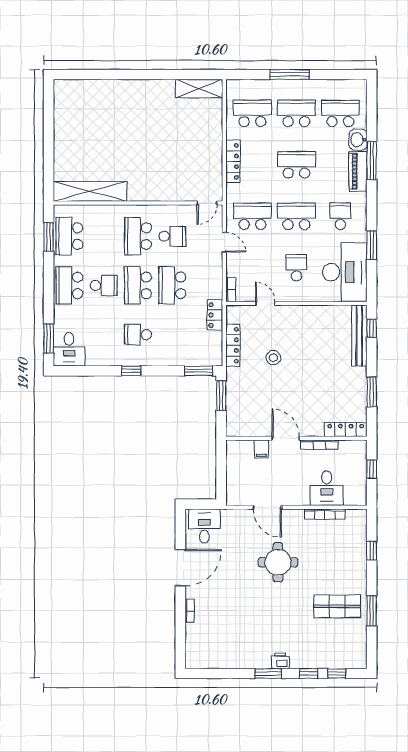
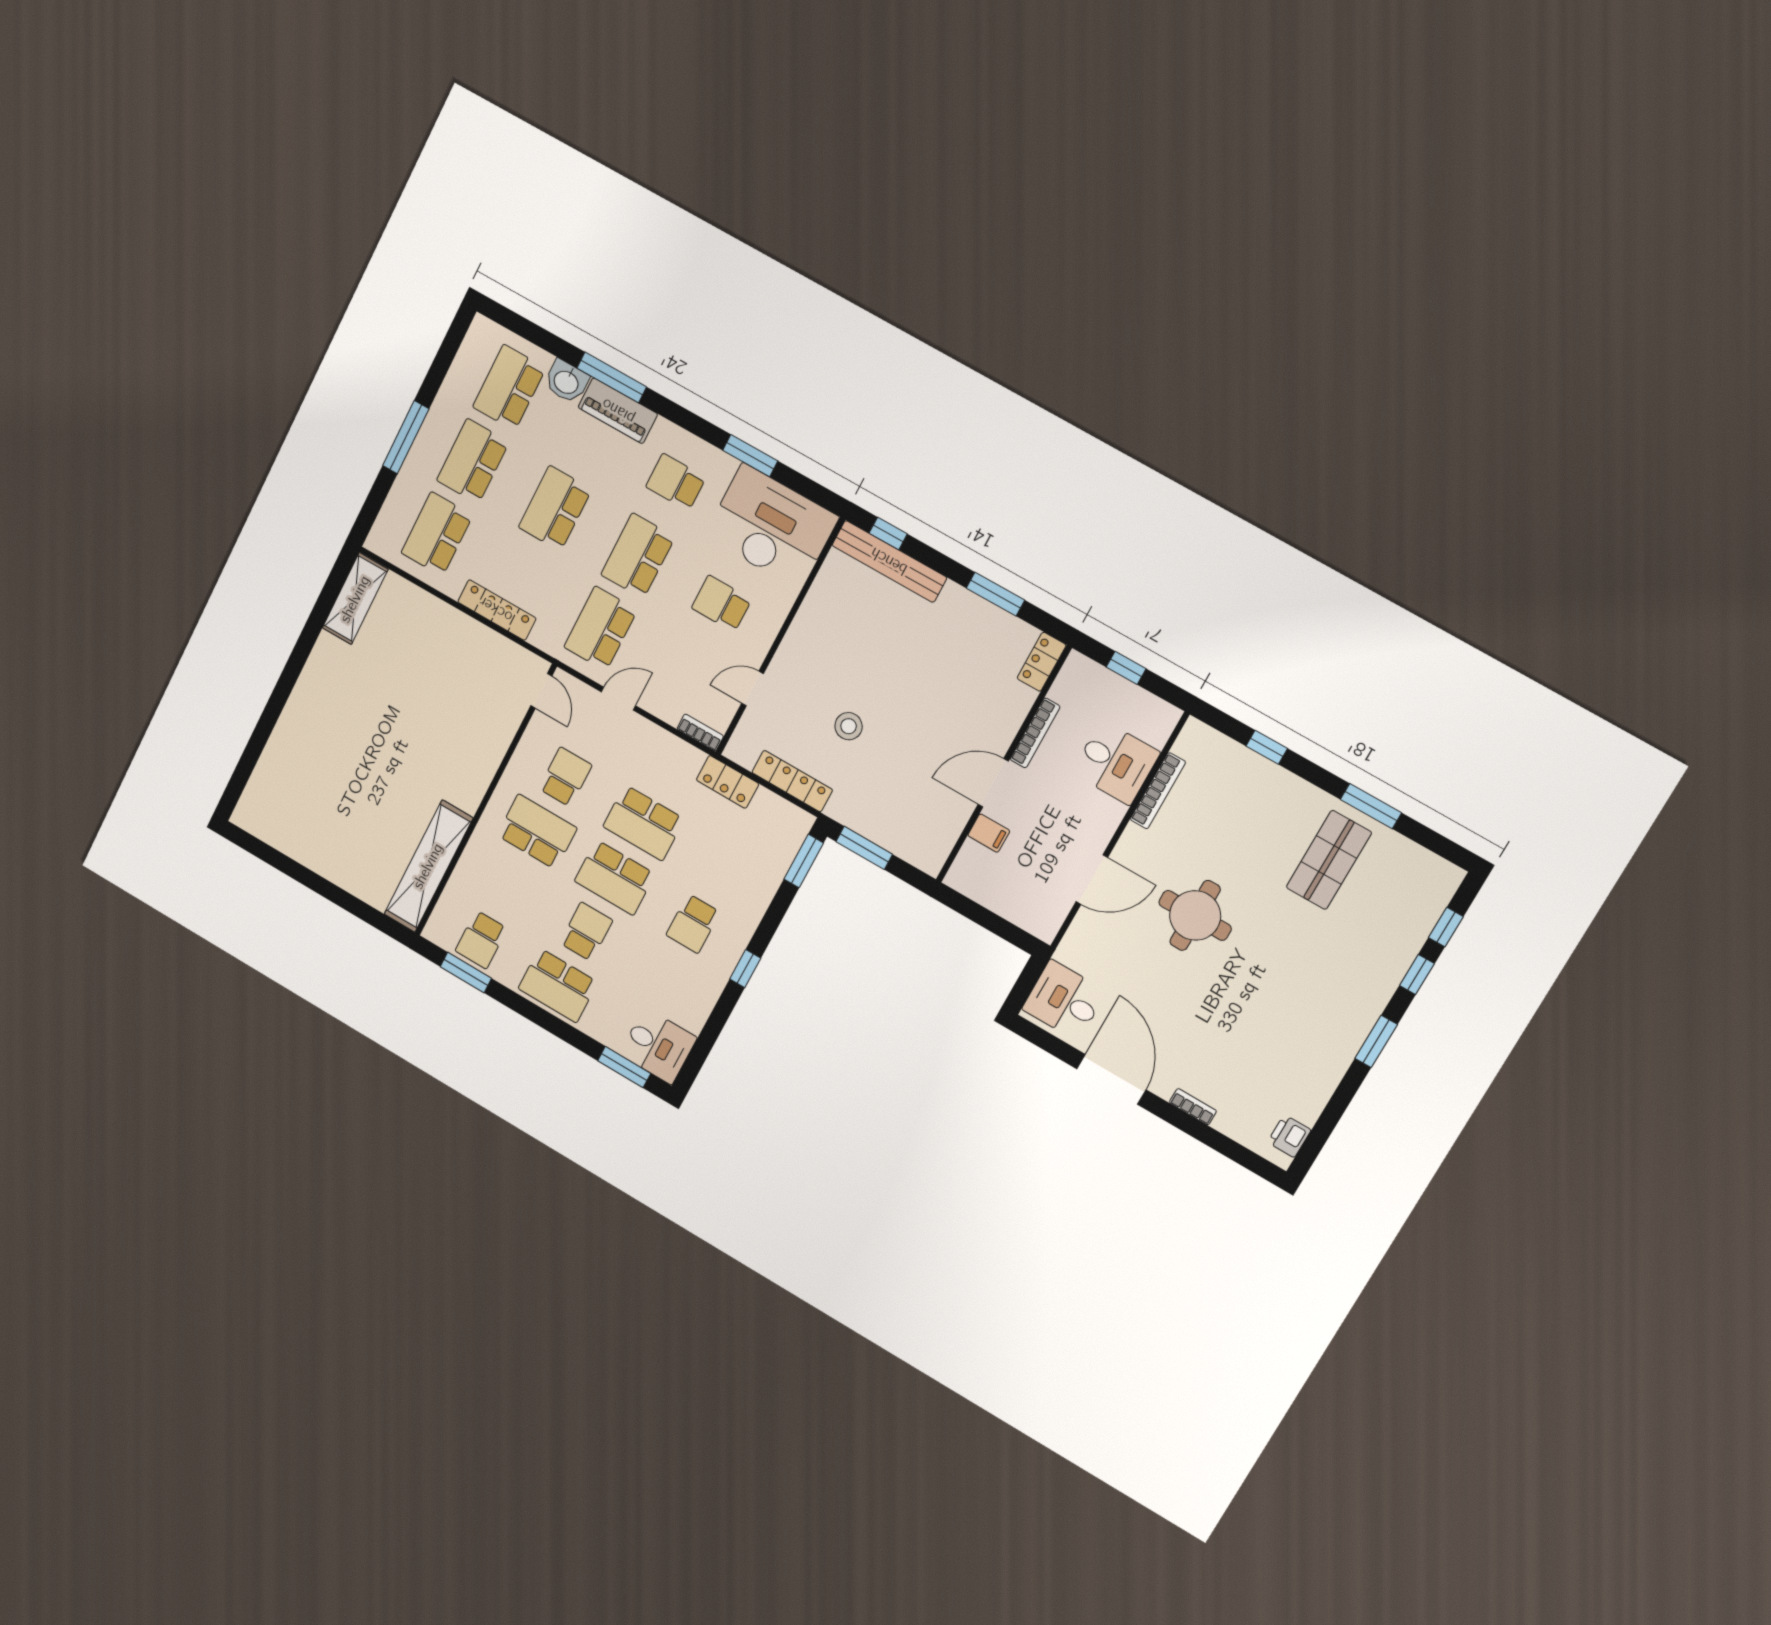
school desk: (69, 236) -> (481, 940), width x0.54
school desk: (138, 236) -> (537, 832), turned 180
locker: (346, 430) -> (1042, 662), width x0.66
printer: (280, 661) -> (1289, 1136), moved

